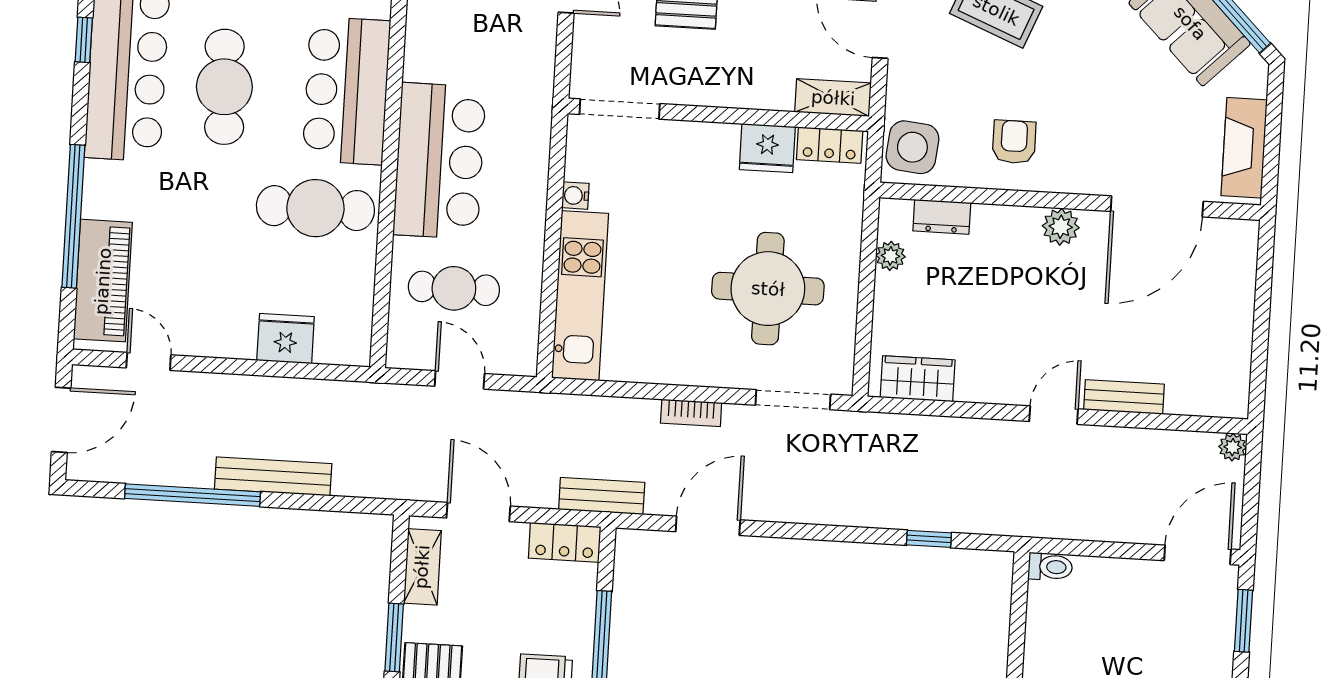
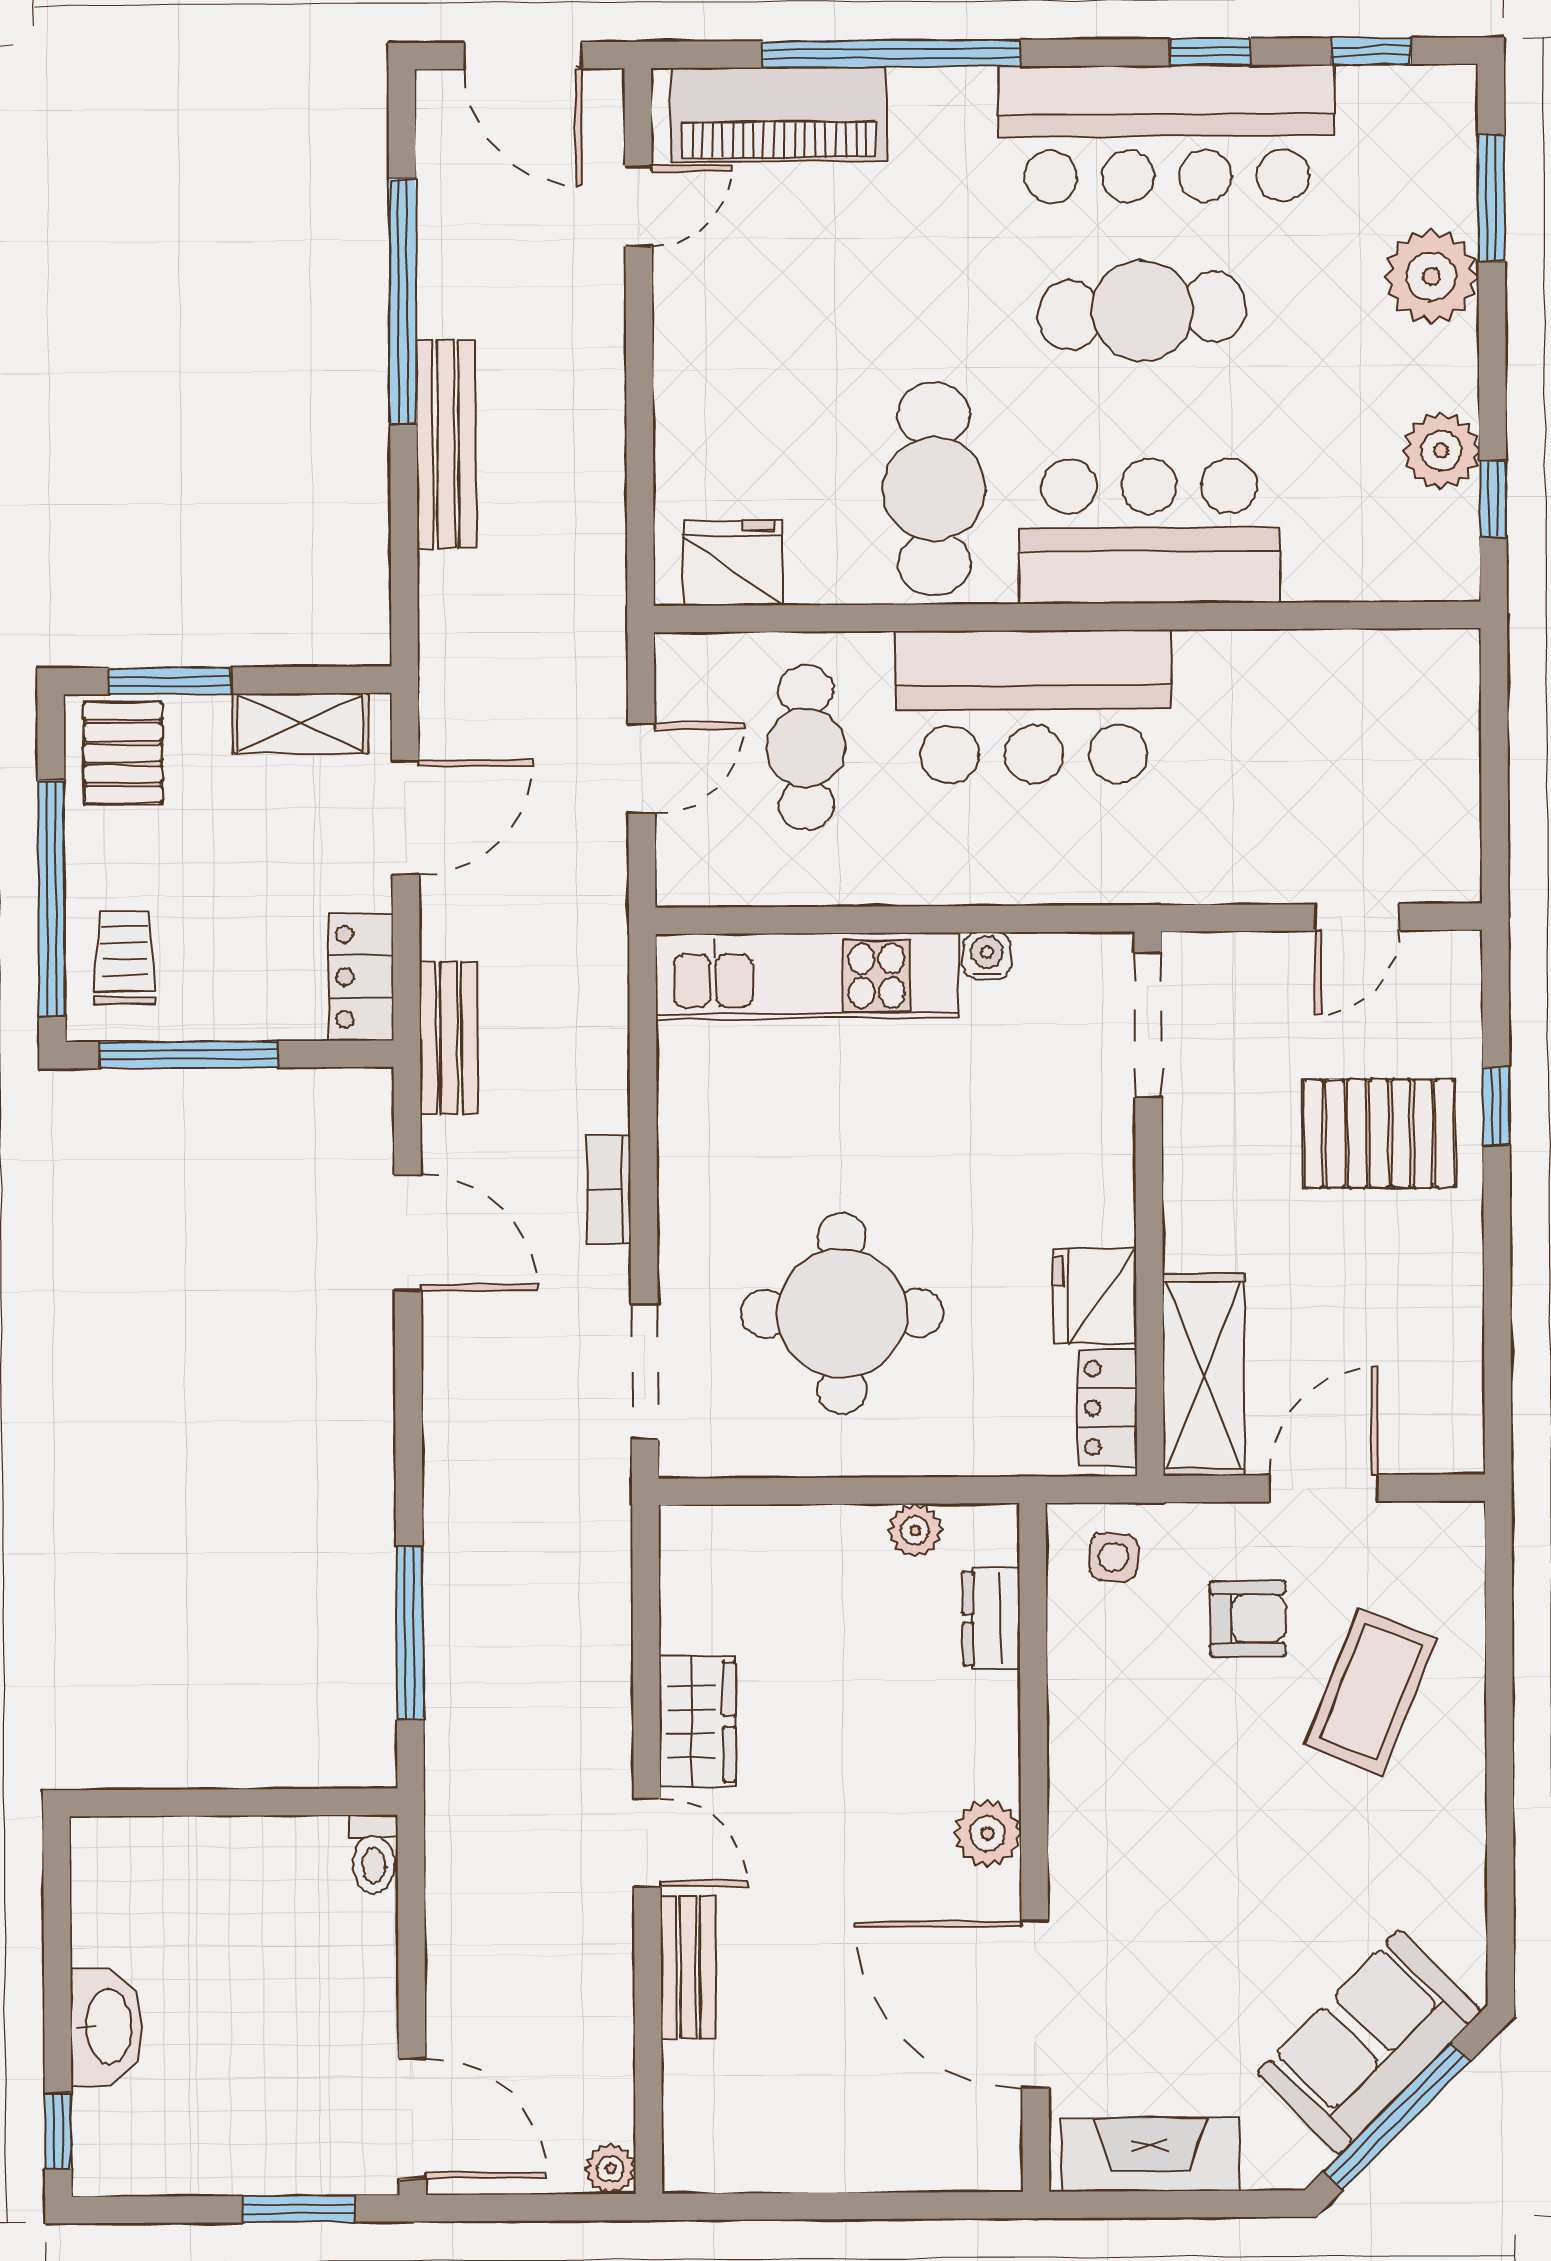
shelving: (833, 98) -> (1203, 1375), width x1.50, depth x1.33
armchair: (1014, 142) -> (1248, 1619), moved
side table: (912, 147) -> (1113, 1557), width x0.54, depth x0.54
fridge: (286, 339) -> (733, 563), moved, turned -90
wardrobe: (918, 379) -> (698, 1722), moved
window: (929, 539) -> (410, 1633), width x2.17

